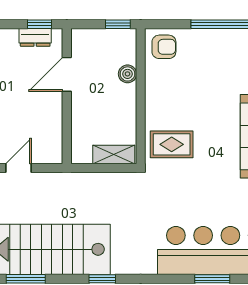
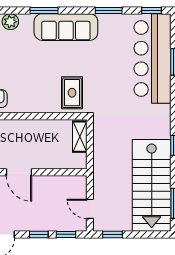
boiler: (127, 74) -> (19, 126), removed

